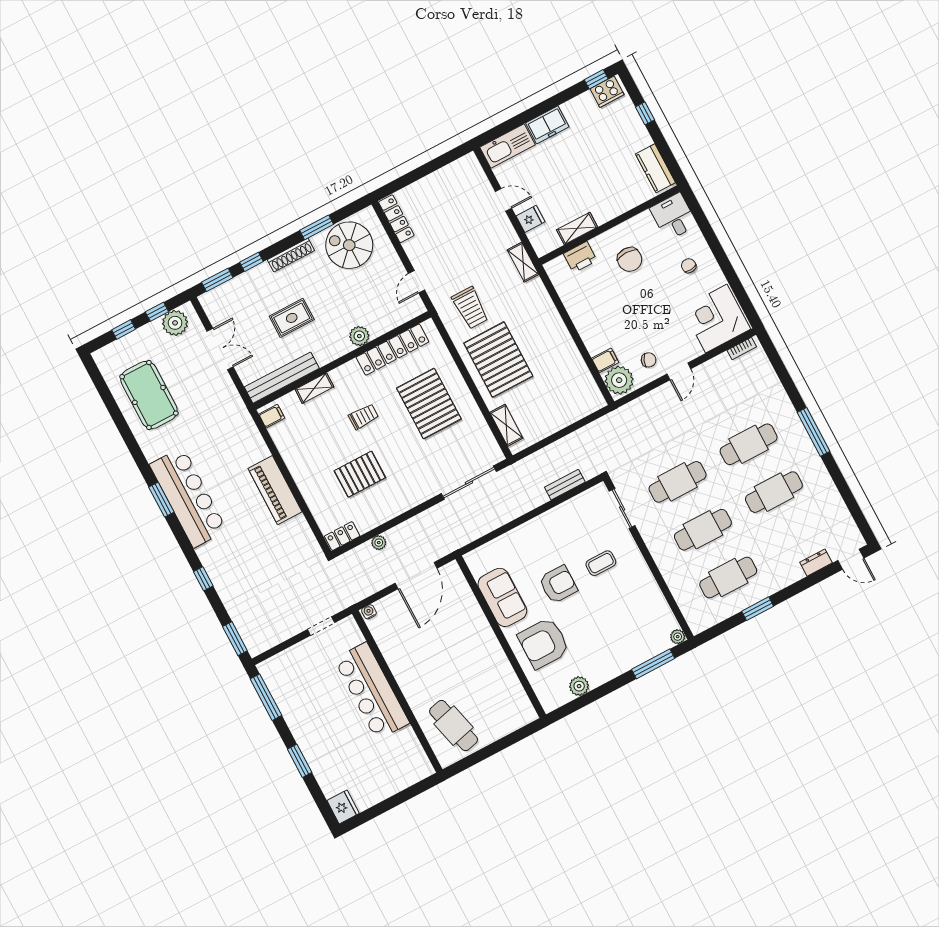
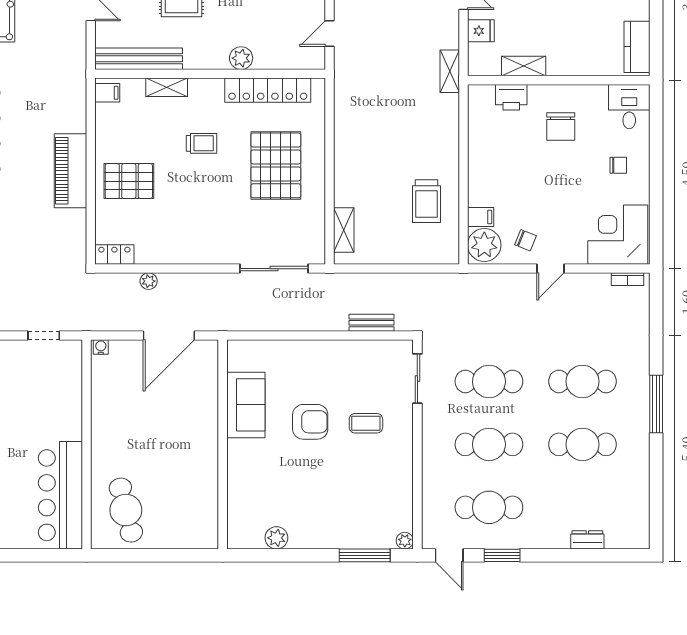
chair: (689, 266) -> (618, 165), turned 94
trolley: (470, 308) -> (426, 201), moved
pallet: (498, 360) -> (371, 158), removed
pallet: (360, 474) -> (129, 181), moved
door: (851, 559) -> (449, 555), moved
armchair: (544, 643) -> (263, 474), removed
bar counter: (372, 691) -> (60, 495), moved

